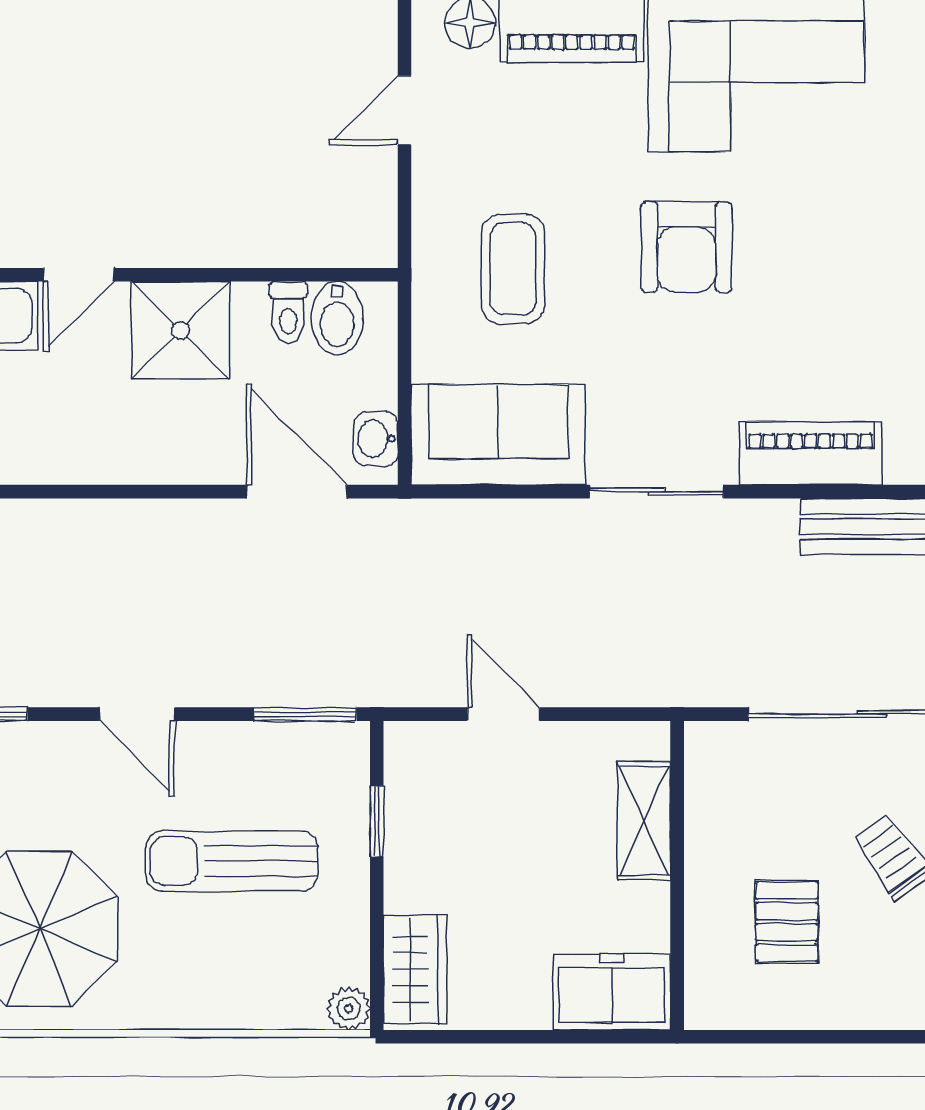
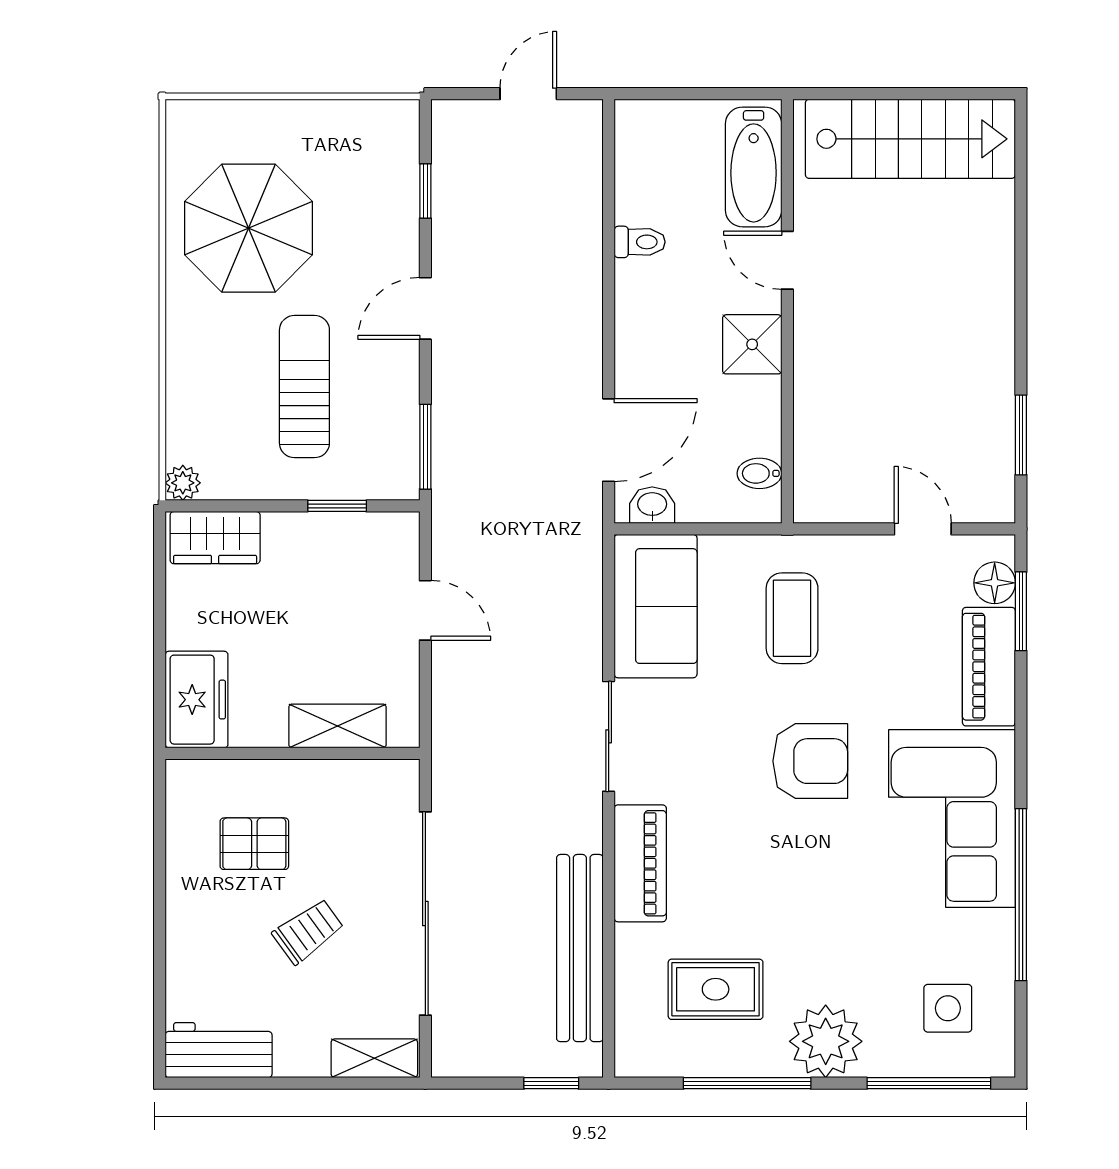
armchair: (686, 247) -> (810, 761), turned 180
coffee table: (513, 269) -> (792, 618), turned 90
toilet: (288, 312) -> (640, 242), moved, turned 180
bidet: (337, 318) -> (759, 473), width x0.72, depth x0.74
shower: (181, 330) -> (752, 344), width x0.73, depth x0.73
door: (503, 714) -> (425, 610), hinge flipped

